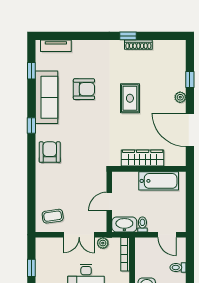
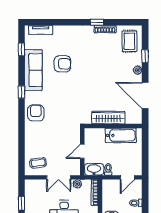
rug: (130, 98) -> (129, 41), moved
door: (167, 235) -> (127, 177), hinge flipped

